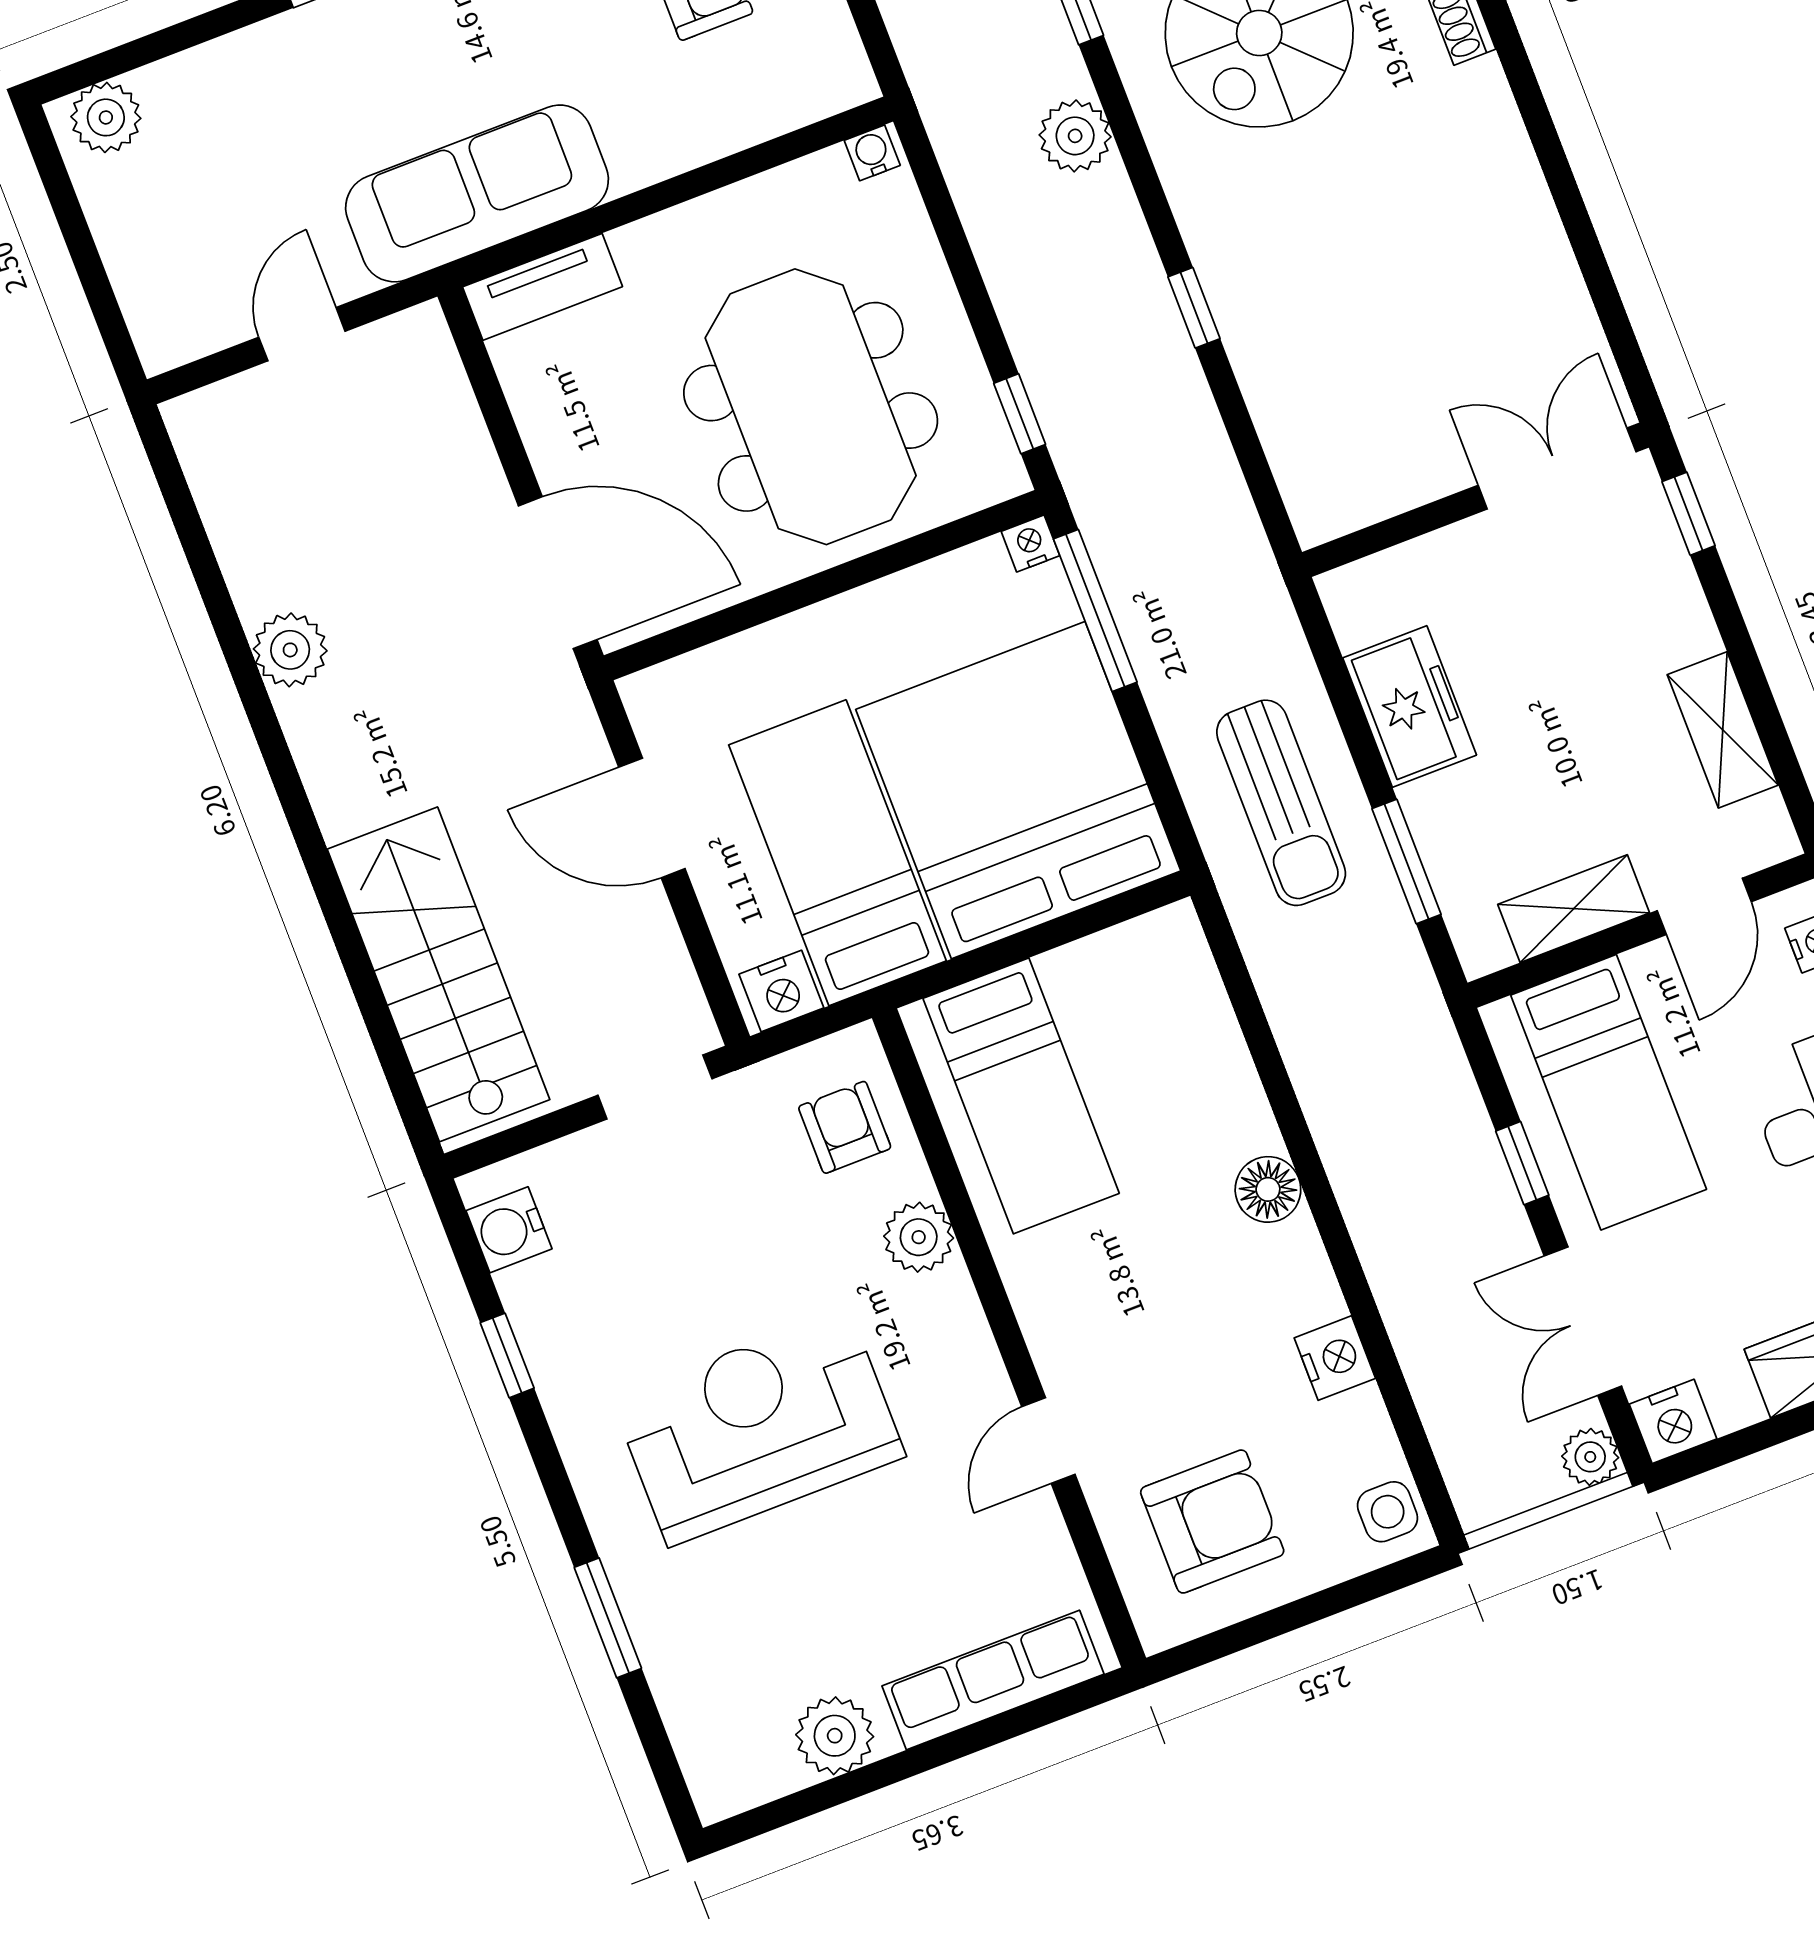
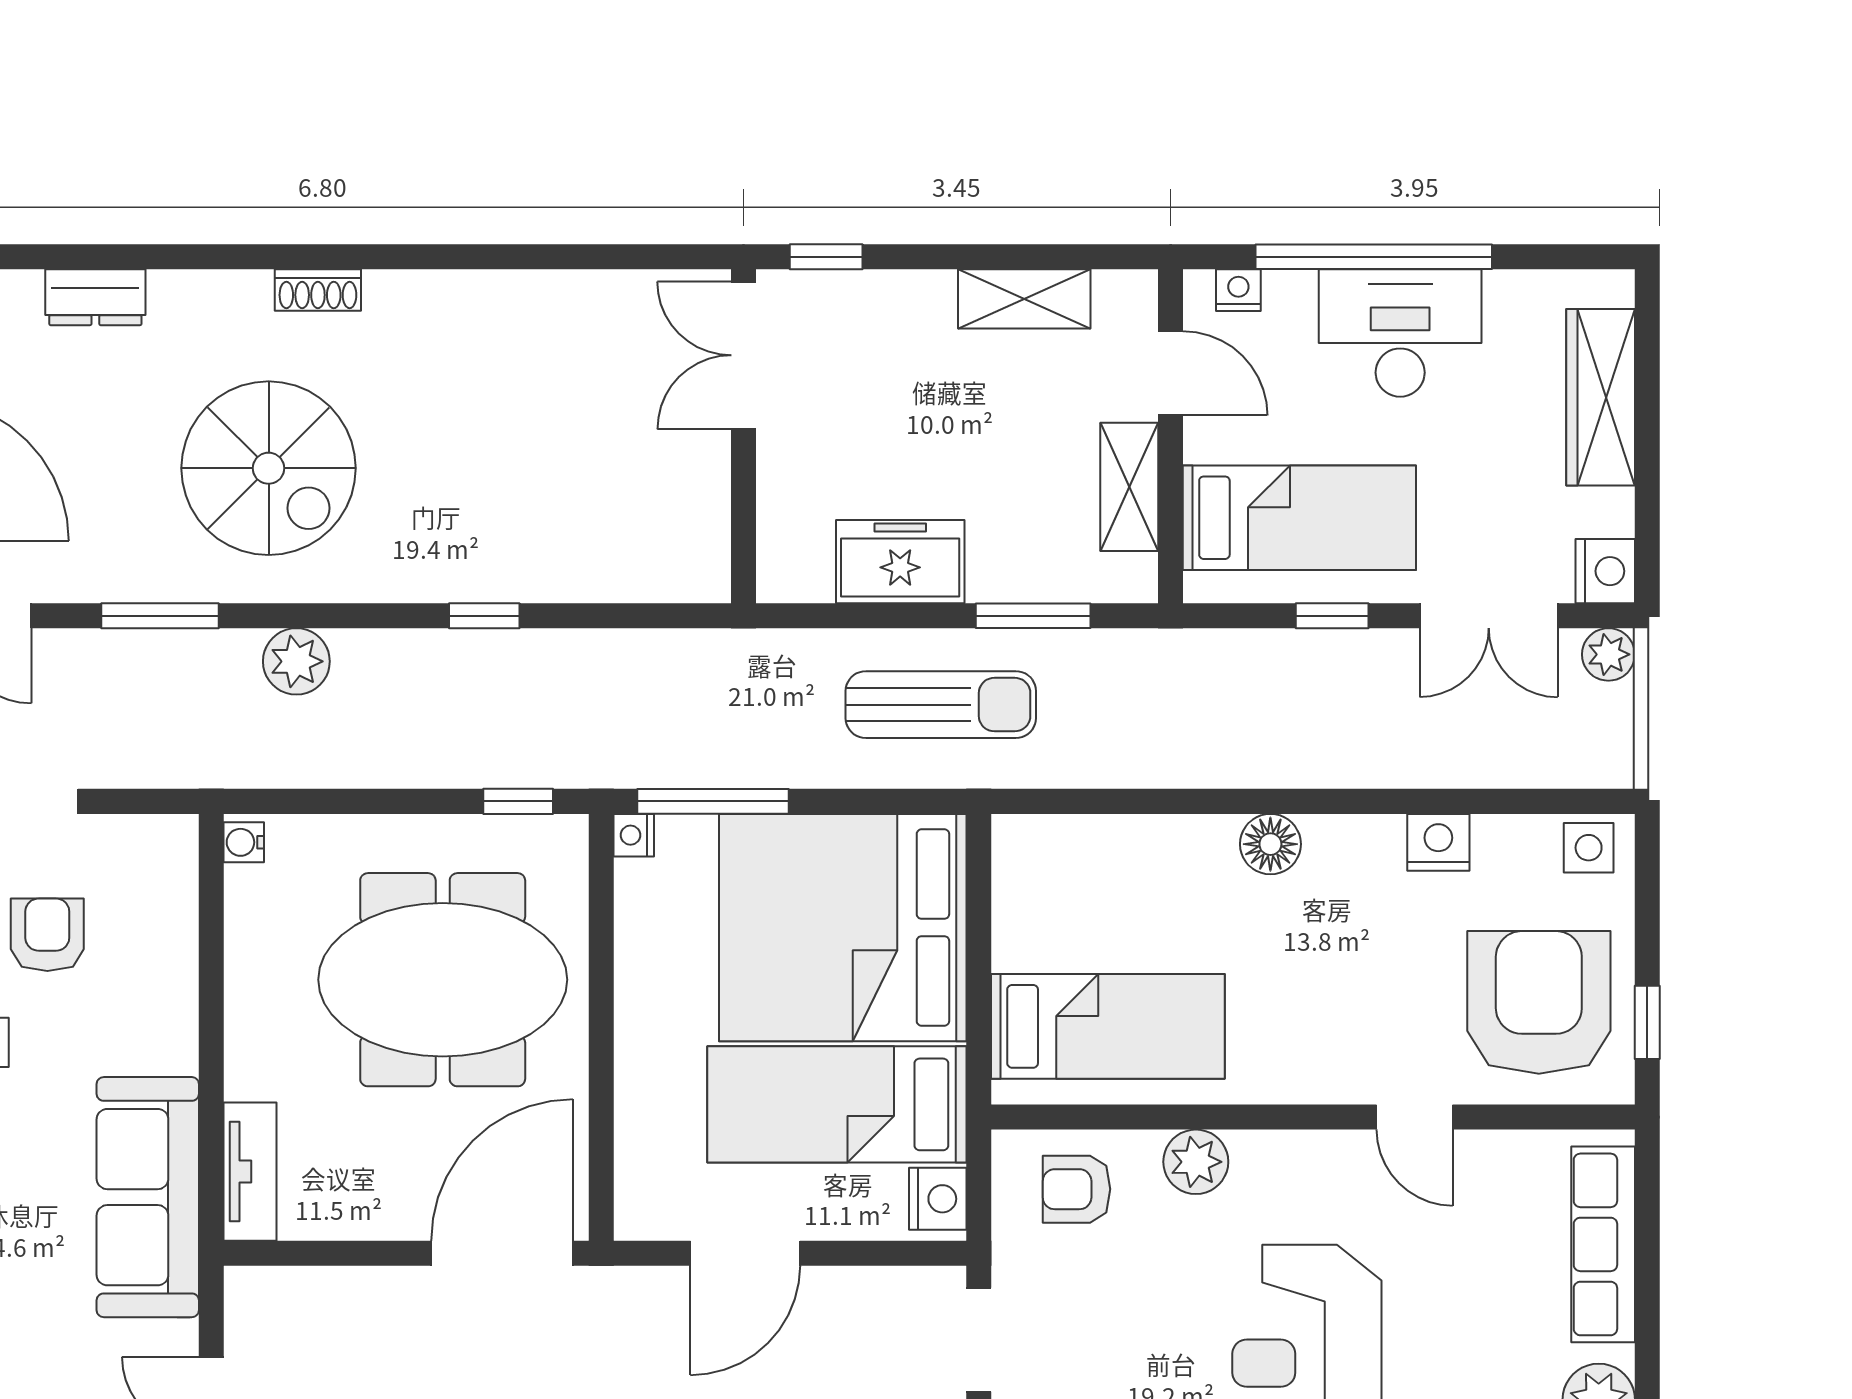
armchair: (1212, 1522) -> (1539, 1002), width x1.36, depth x1.36
window: (1234, 1638) -> (1647, 1022), added

